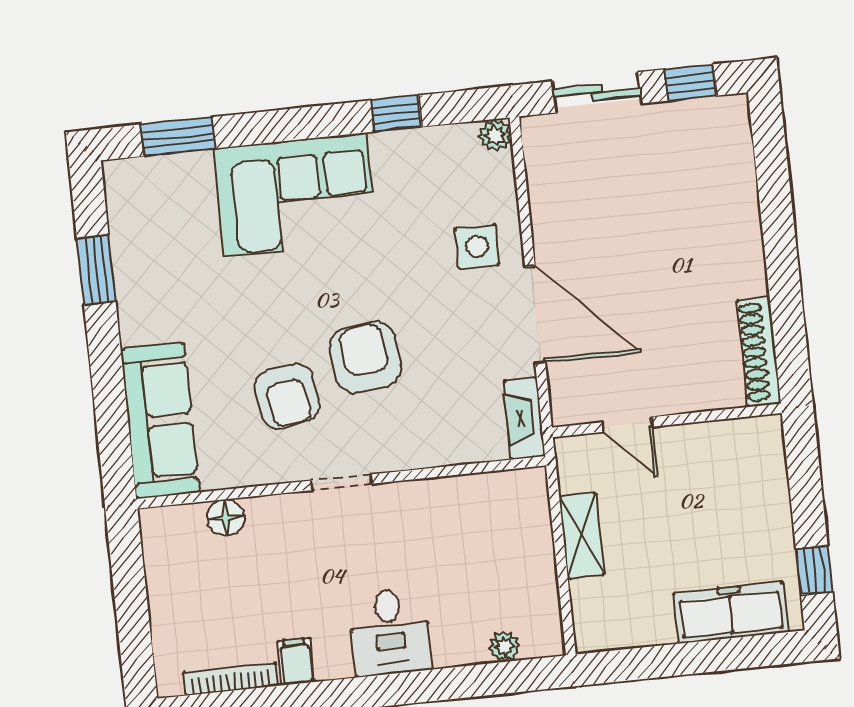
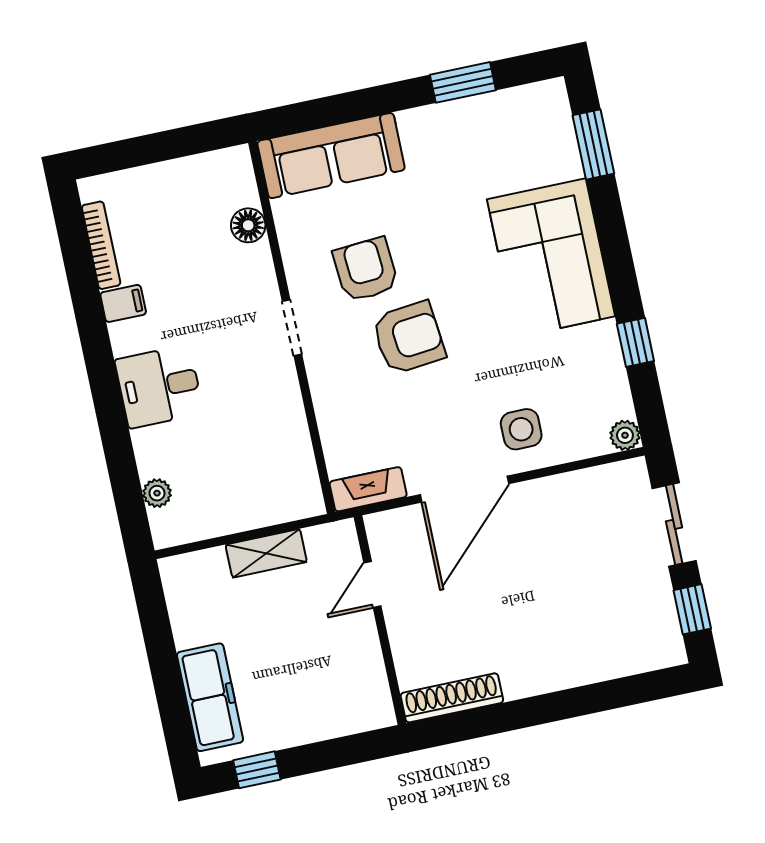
armchair: (287, 396) -> (366, 270), turned 96

